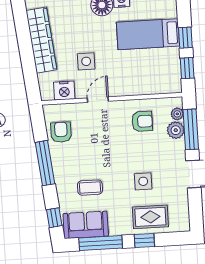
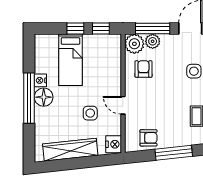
nightstand: (64, 91) -> (114, 144), moved
plant: (177, 114) -> (134, 44), width x1.87, depth x1.87
armchair: (61, 132) -> (148, 138), turned 180

